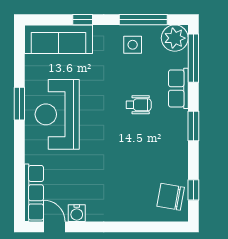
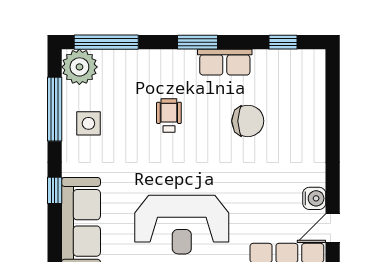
row of seats: (178, 88) -> (225, 62), moved
chair: (171, 197) -> (248, 121), moved, turned -100

